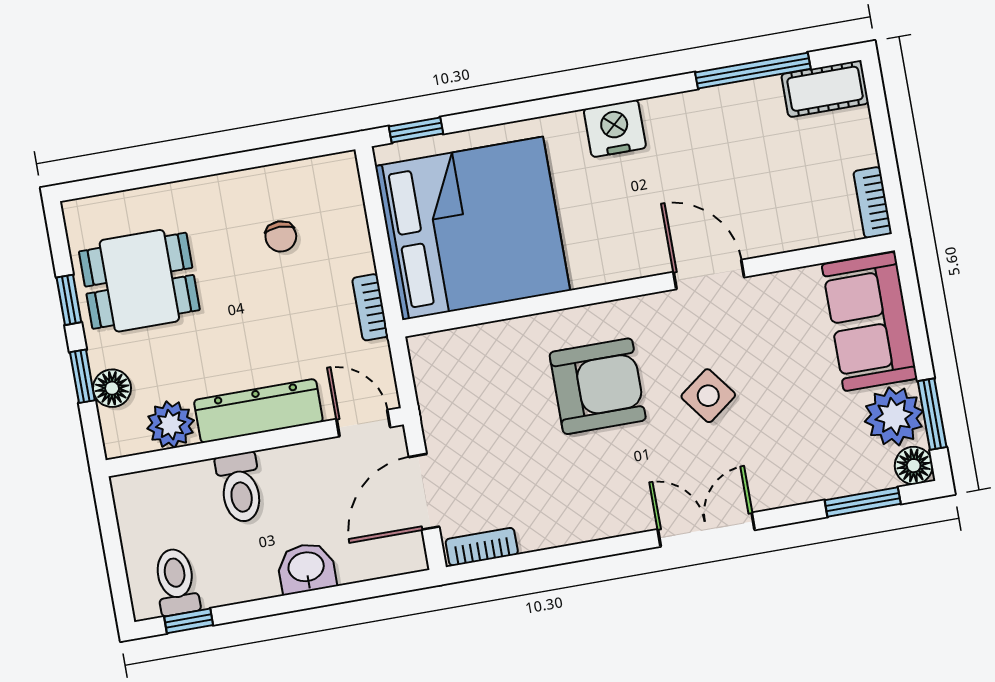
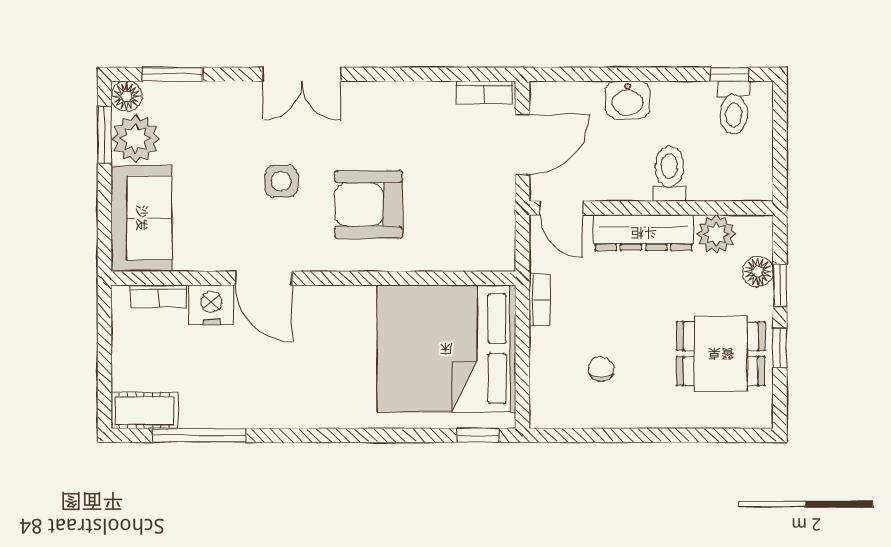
nightstand: (615, 128) -> (212, 305), moved, turned 180
bookcase: (873, 203) -> (159, 296), moved, turned 90
side table: (708, 396) -> (281, 181), turned 37

